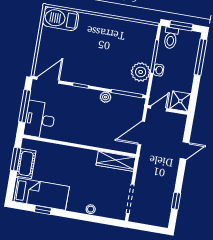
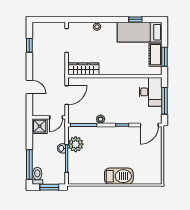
barbecue: (61, 19) -> (119, 176), moved
toilet: (171, 38) -> (37, 176), moved
door: (185, 150) -> (29, 87), swing flipped

